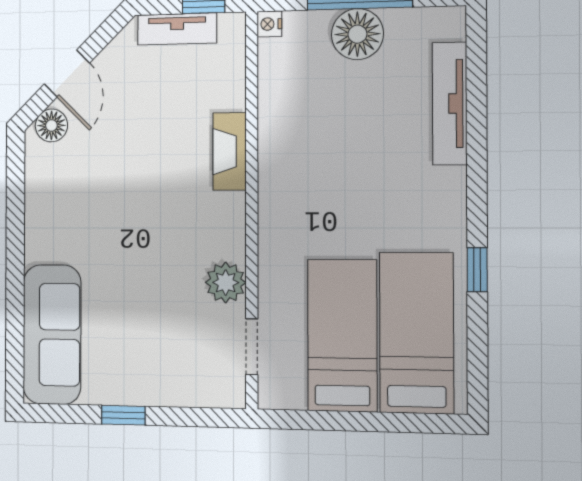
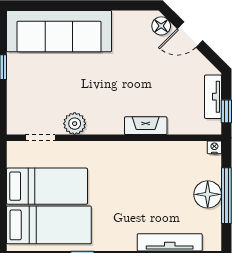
sofa: (52, 334) -> (59, 31), width x1.36, depth x1.27

